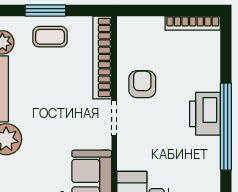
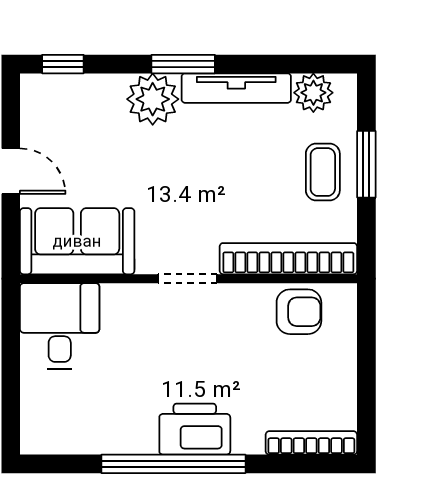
bookcase: (193, 23) -> (311, 443), moved, turned 90
armchair: (142, 84) -> (299, 312), moved

